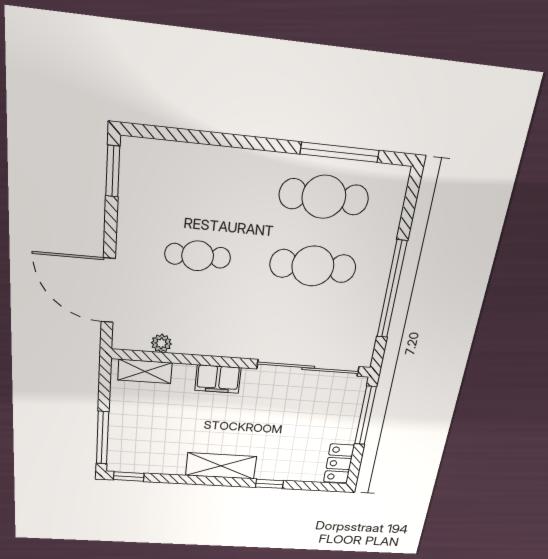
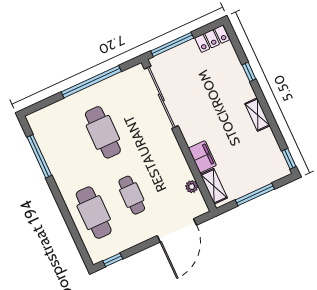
window: (113, 171) -> (113, 260), width x0.67
cafe table: (324, 197) -> (94, 213), moved
filing cabinet: (218, 379) -> (202, 157), moved
window: (102, 438) -> (255, 194), moved
shelving: (221, 466) -> (257, 115), width x0.67, depth x0.75

